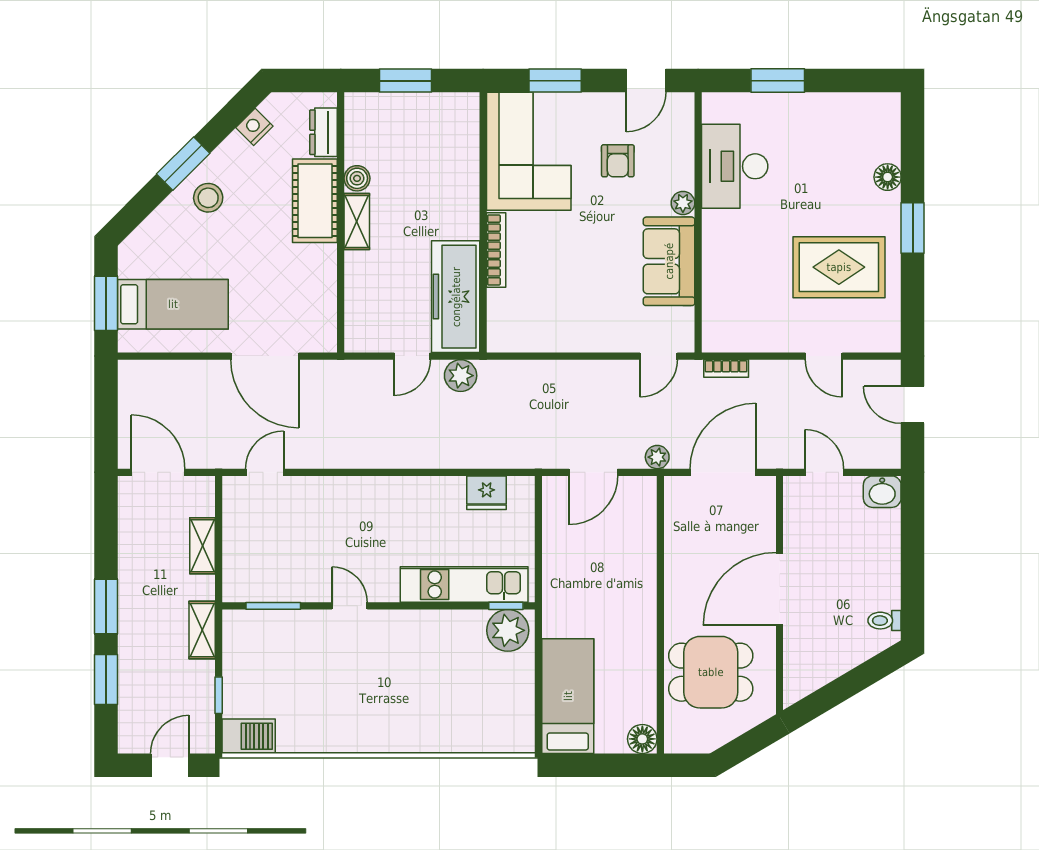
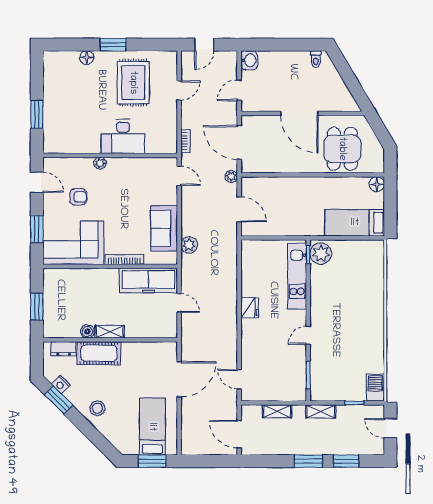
window: (183, 164) -> (59, 400), moved
desk: (735, 166) -> (123, 136), moved
sofa: (669, 261) -> (164, 228), moved, turned 90
plant: (461, 376) -> (189, 245), moved
door: (158, 472) -> (239, 434), hinge flipped
fridge: (487, 493) -> (250, 308), moved

